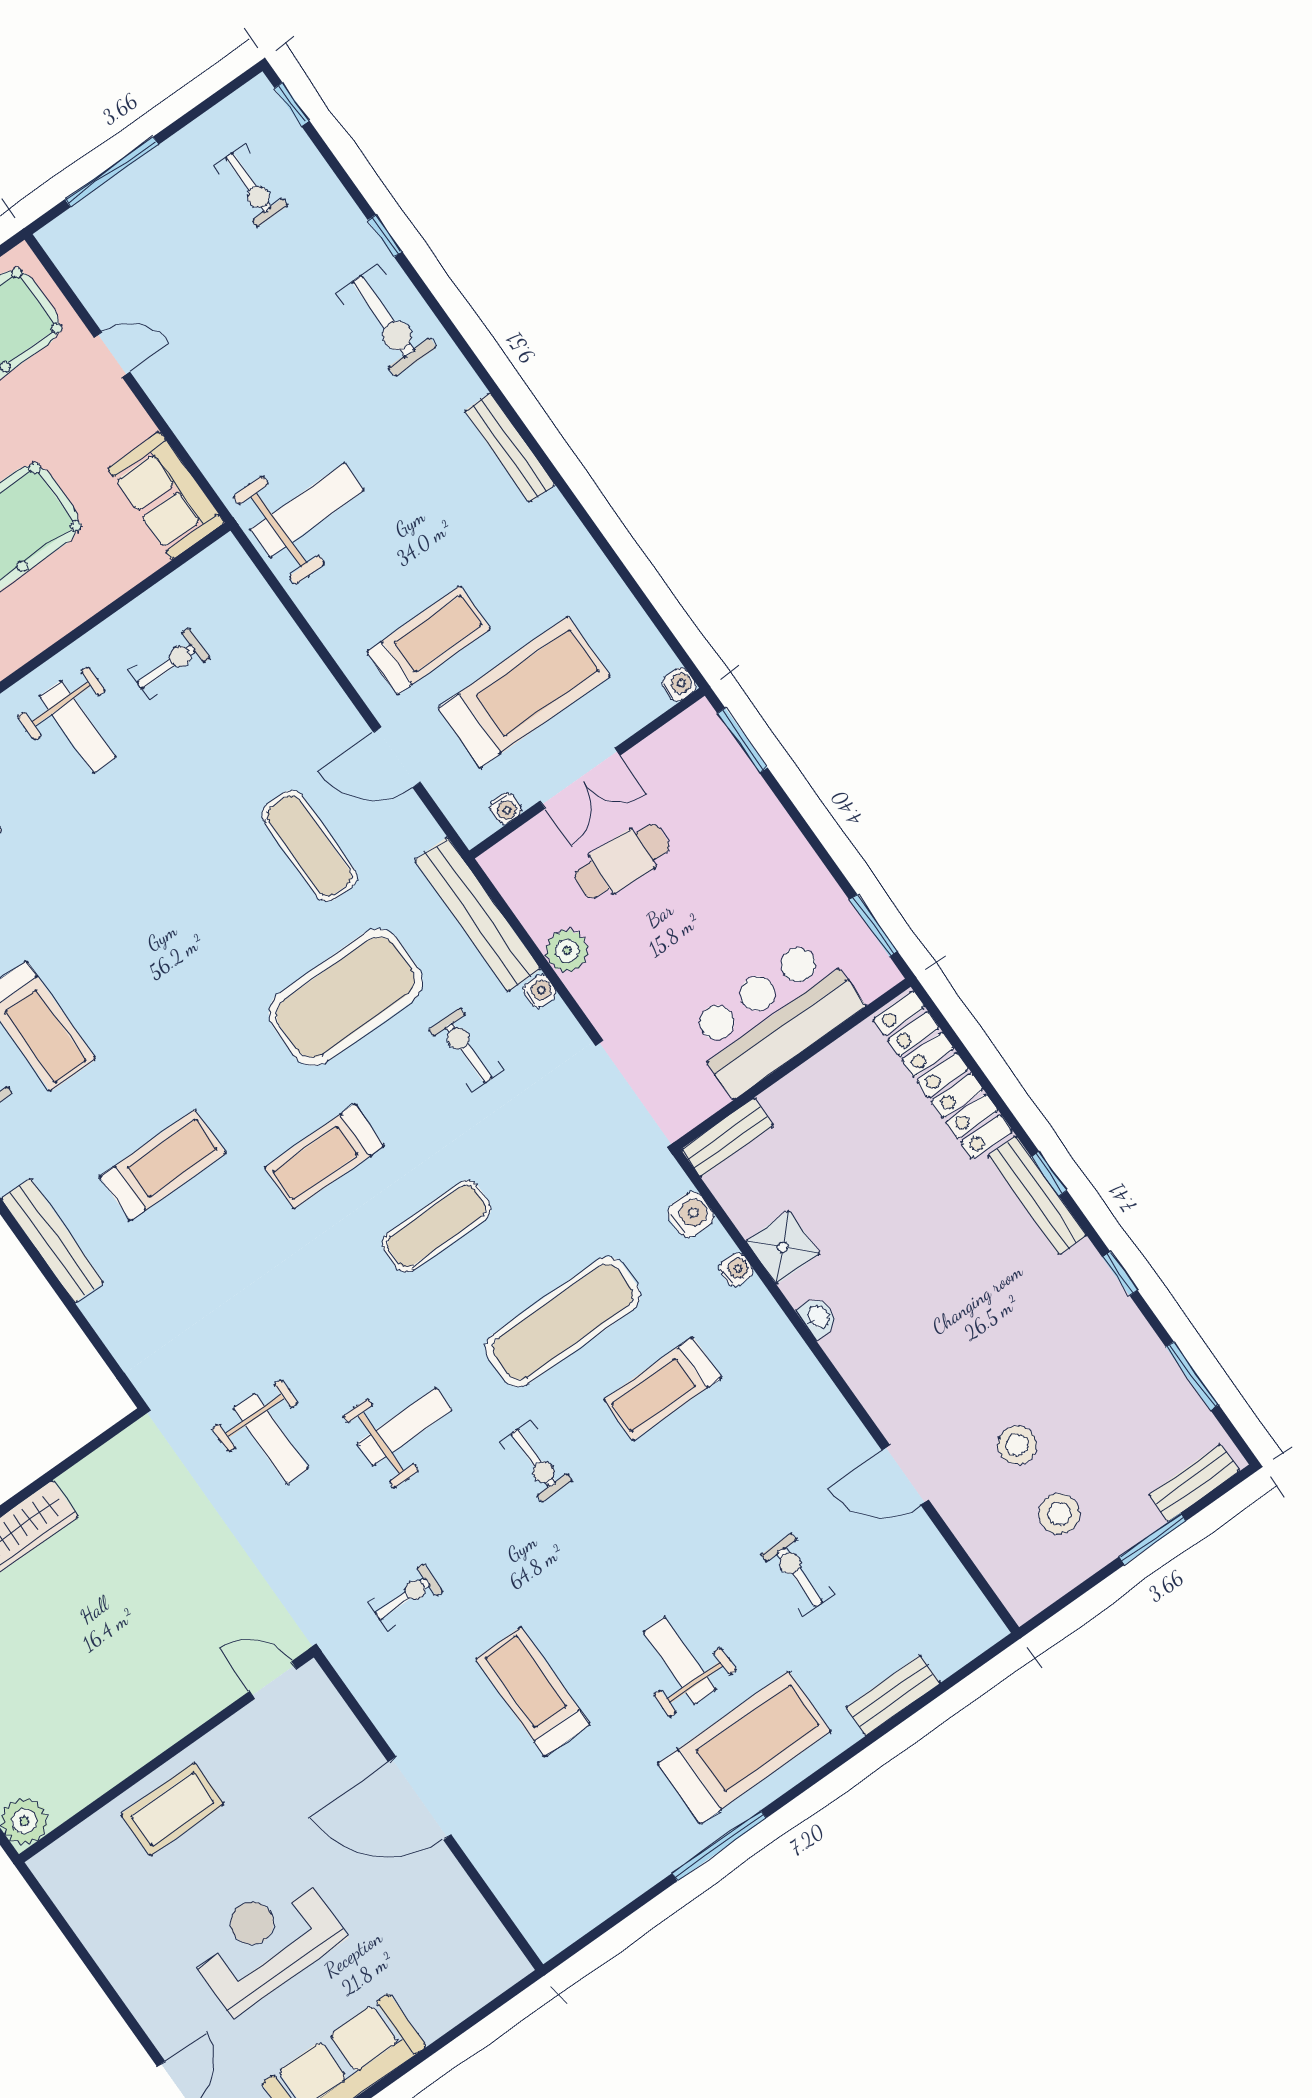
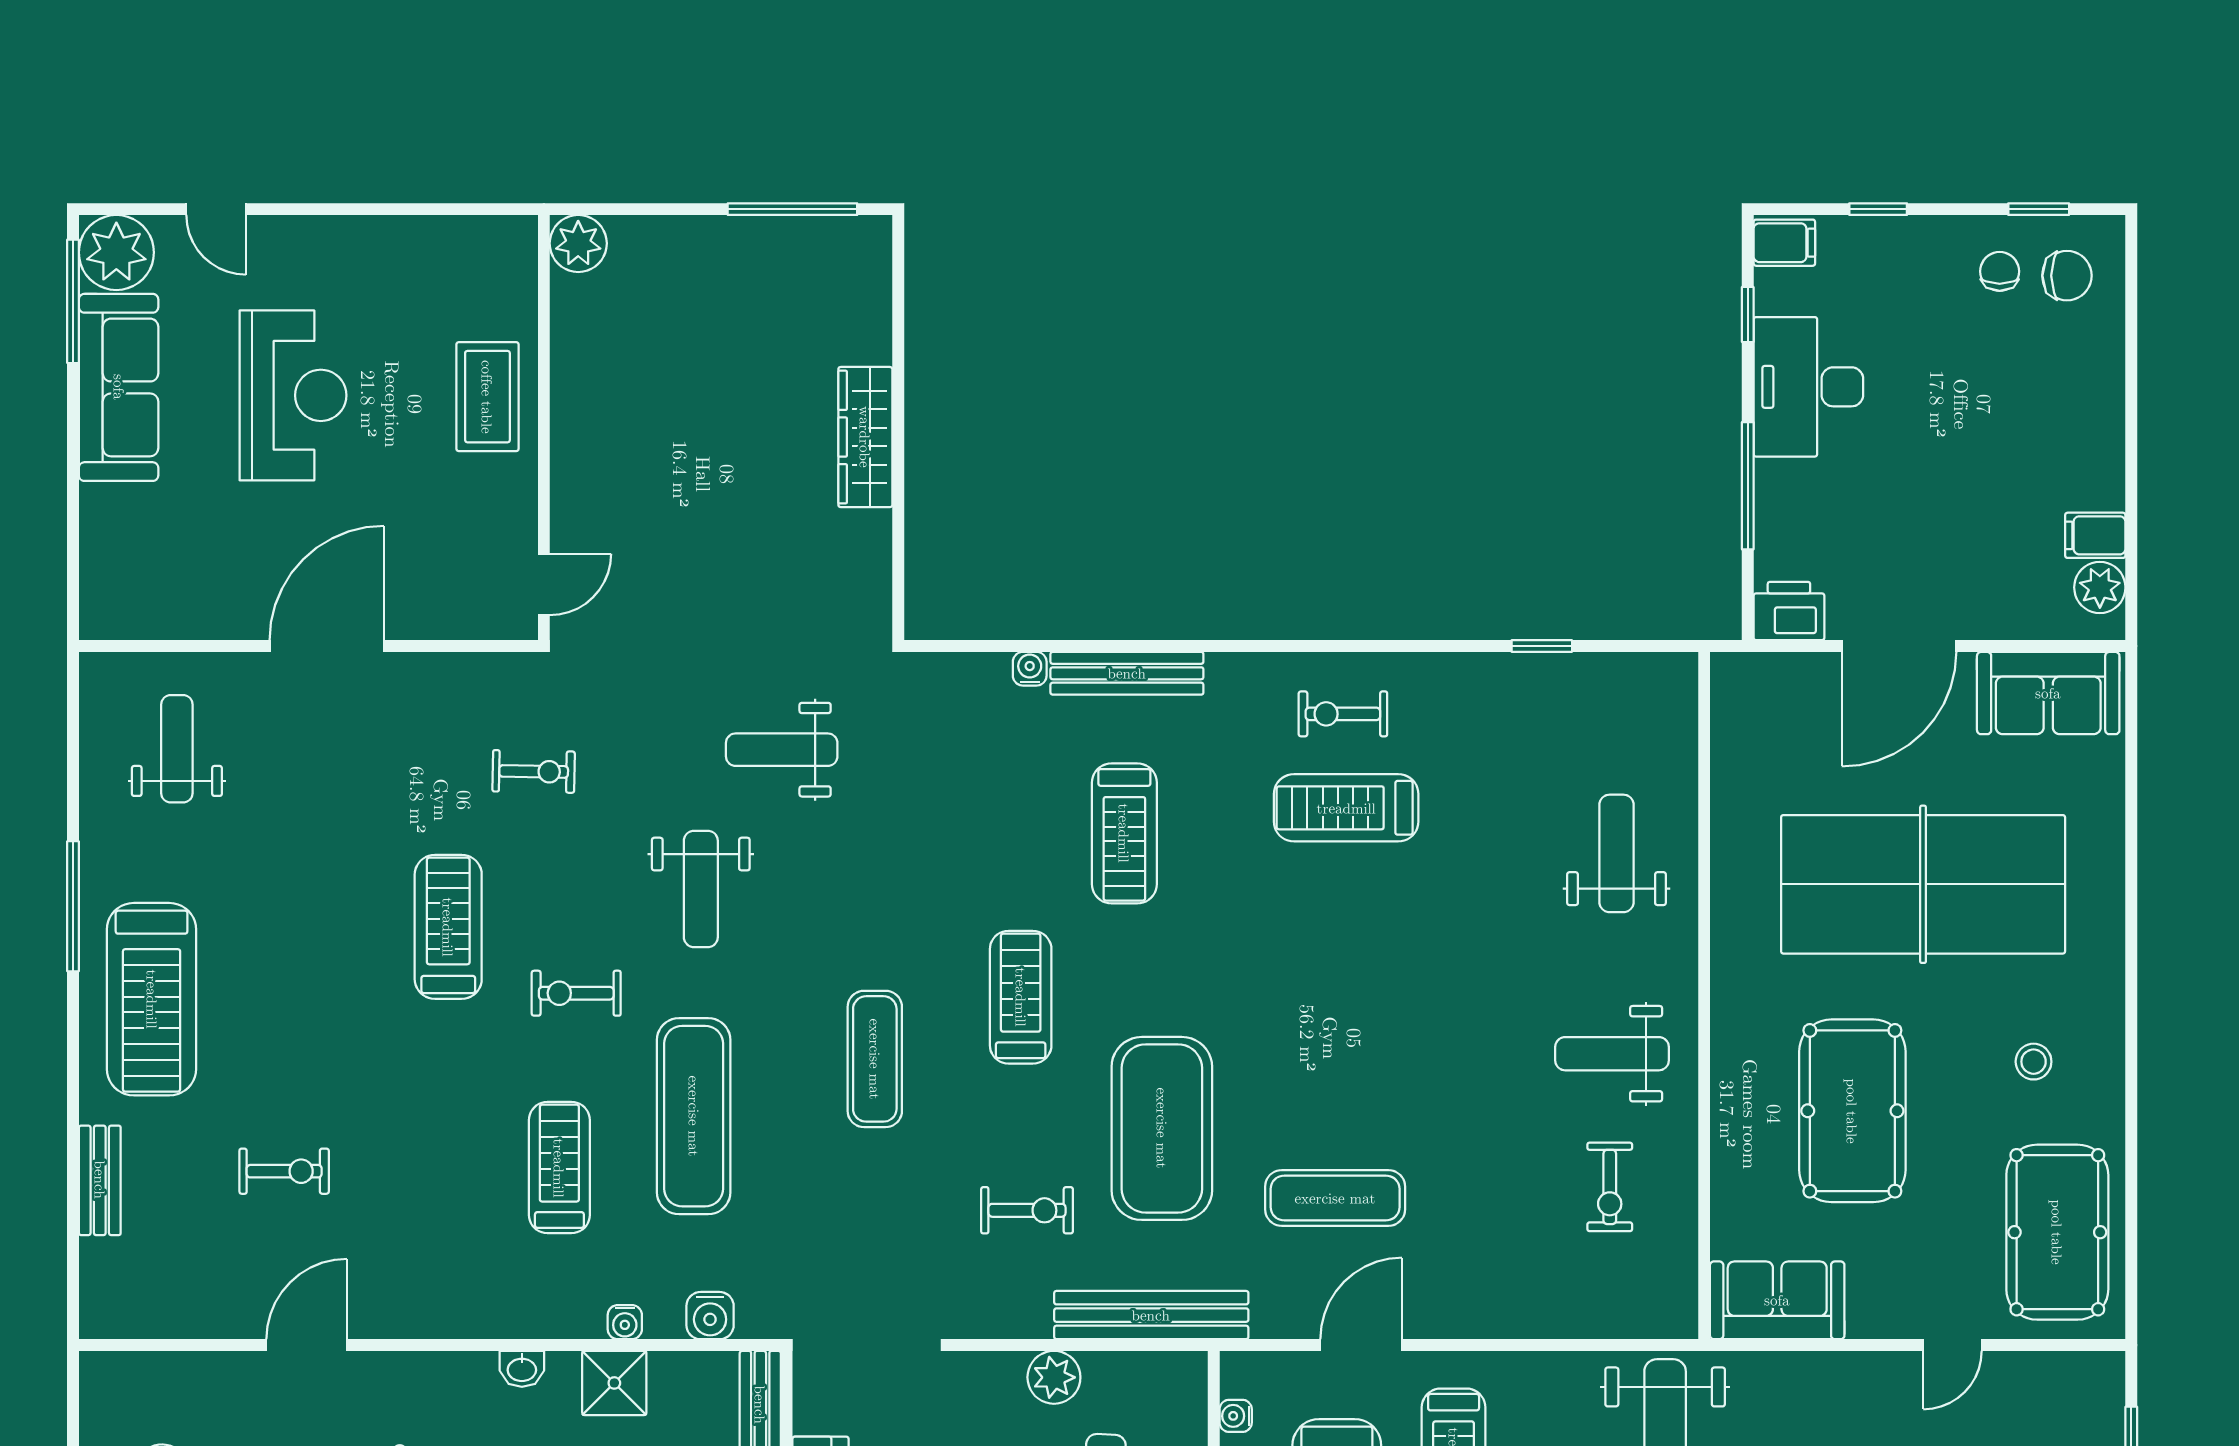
water cooler: (539, 991) -> (1030, 669), moved, turned 180
exercise bike: (405, 1597) -> (534, 771), turned -89
weight bench: (679, 1661) -> (177, 749), moved, turned -90
treadmill: (533, 1692) -> (448, 927), moved, turned -90

